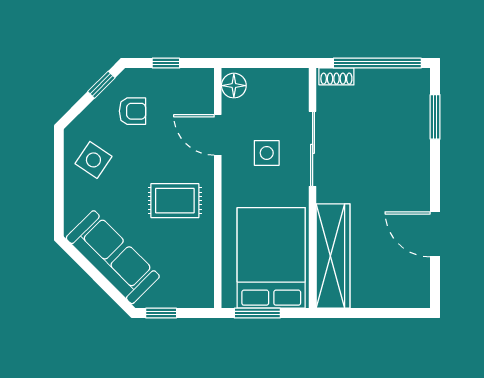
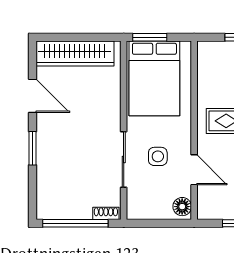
window: (435, 117) -> (32, 148), moved
wardrobe: (333, 256) -> (75, 53), moved, turned -90
window: (257, 313) -> (150, 37), moved

